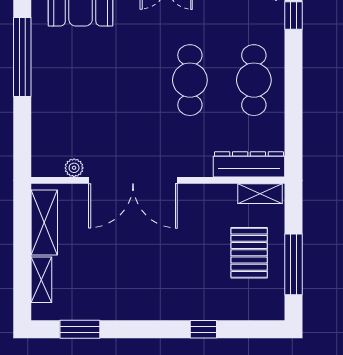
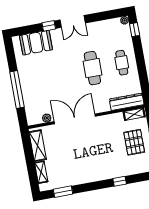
window: (22, 57) -> (17, 89), moved
cafe table: (254, 80) -> (122, 63), width x0.73, depth x0.74
double door: (133, 180) -> (75, 119), swing flipped

